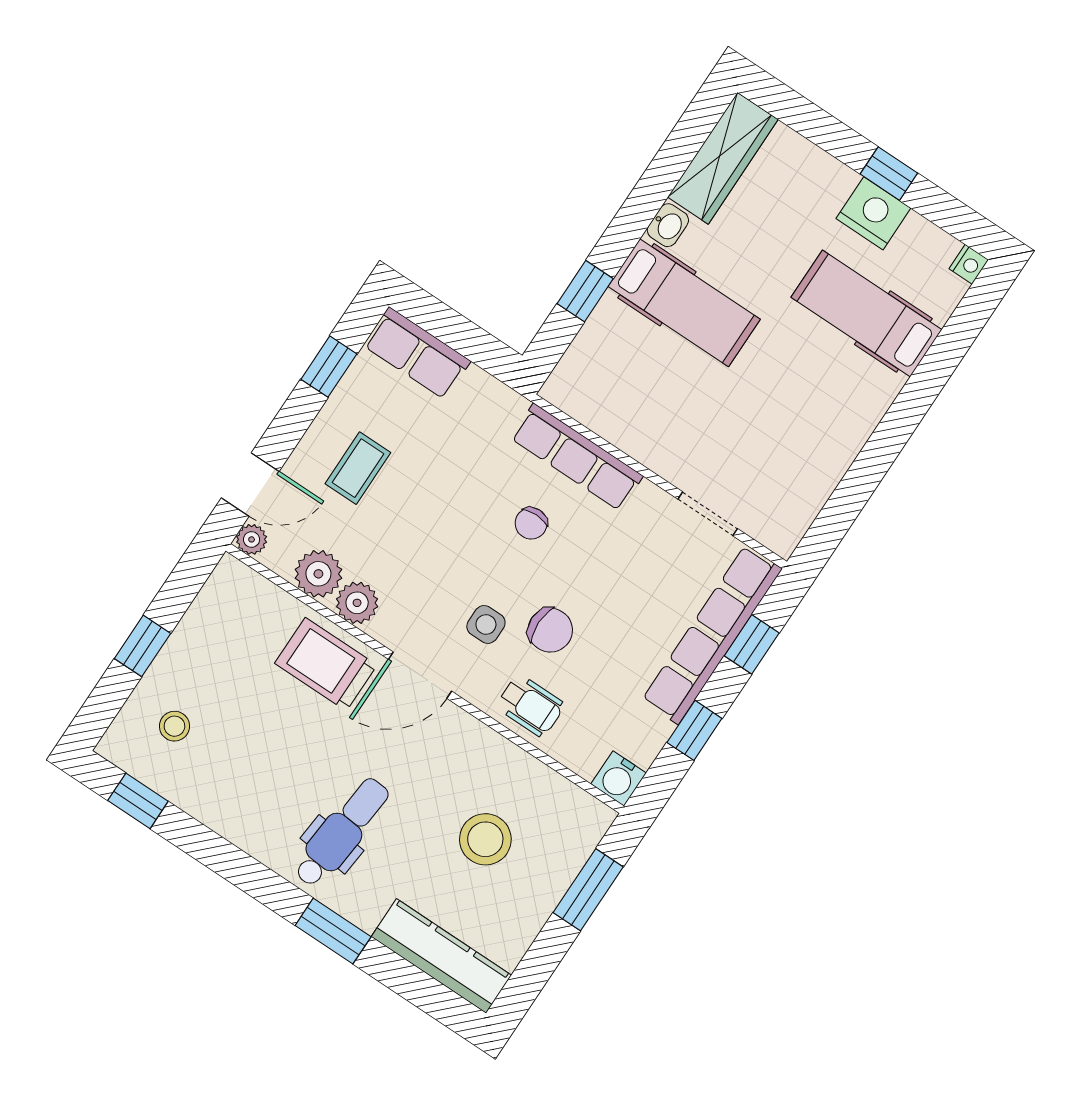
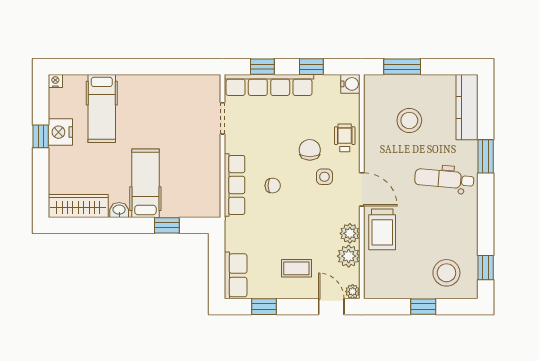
stool: (174, 726) -> (446, 273), width x1.89, depth x1.89

